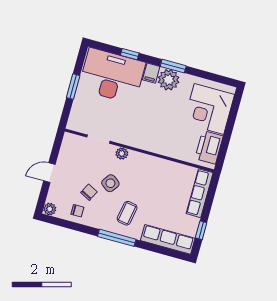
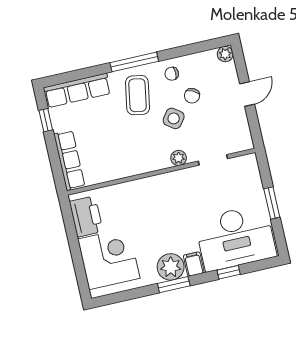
chair: (77, 211) -> (172, 74), moved
coffee table: (127, 213) -> (138, 95), width x1.36, depth x1.30

